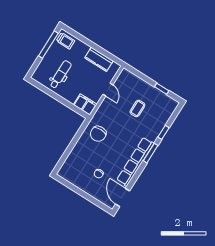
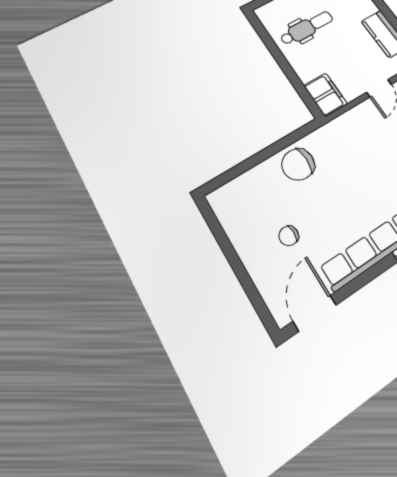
chair: (98, 134) -> (298, 164), moved

